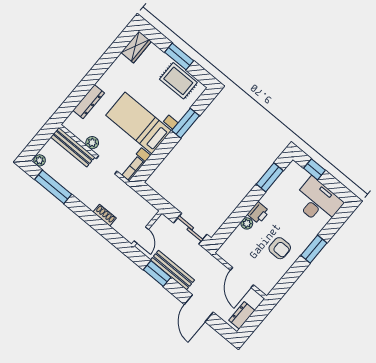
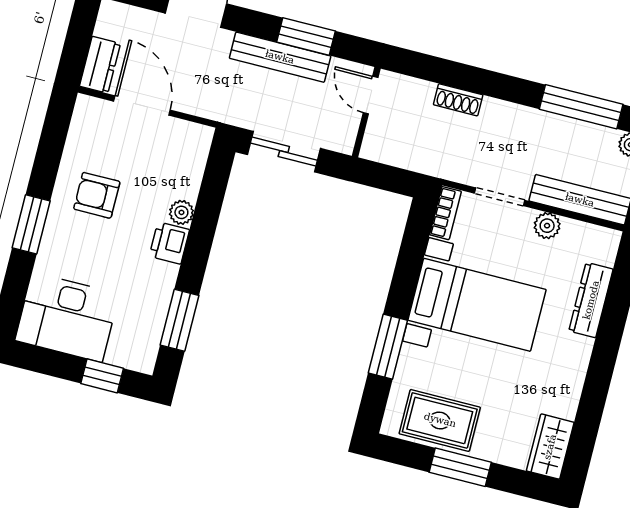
dresser: (242, 315) -> (100, 65), moved

